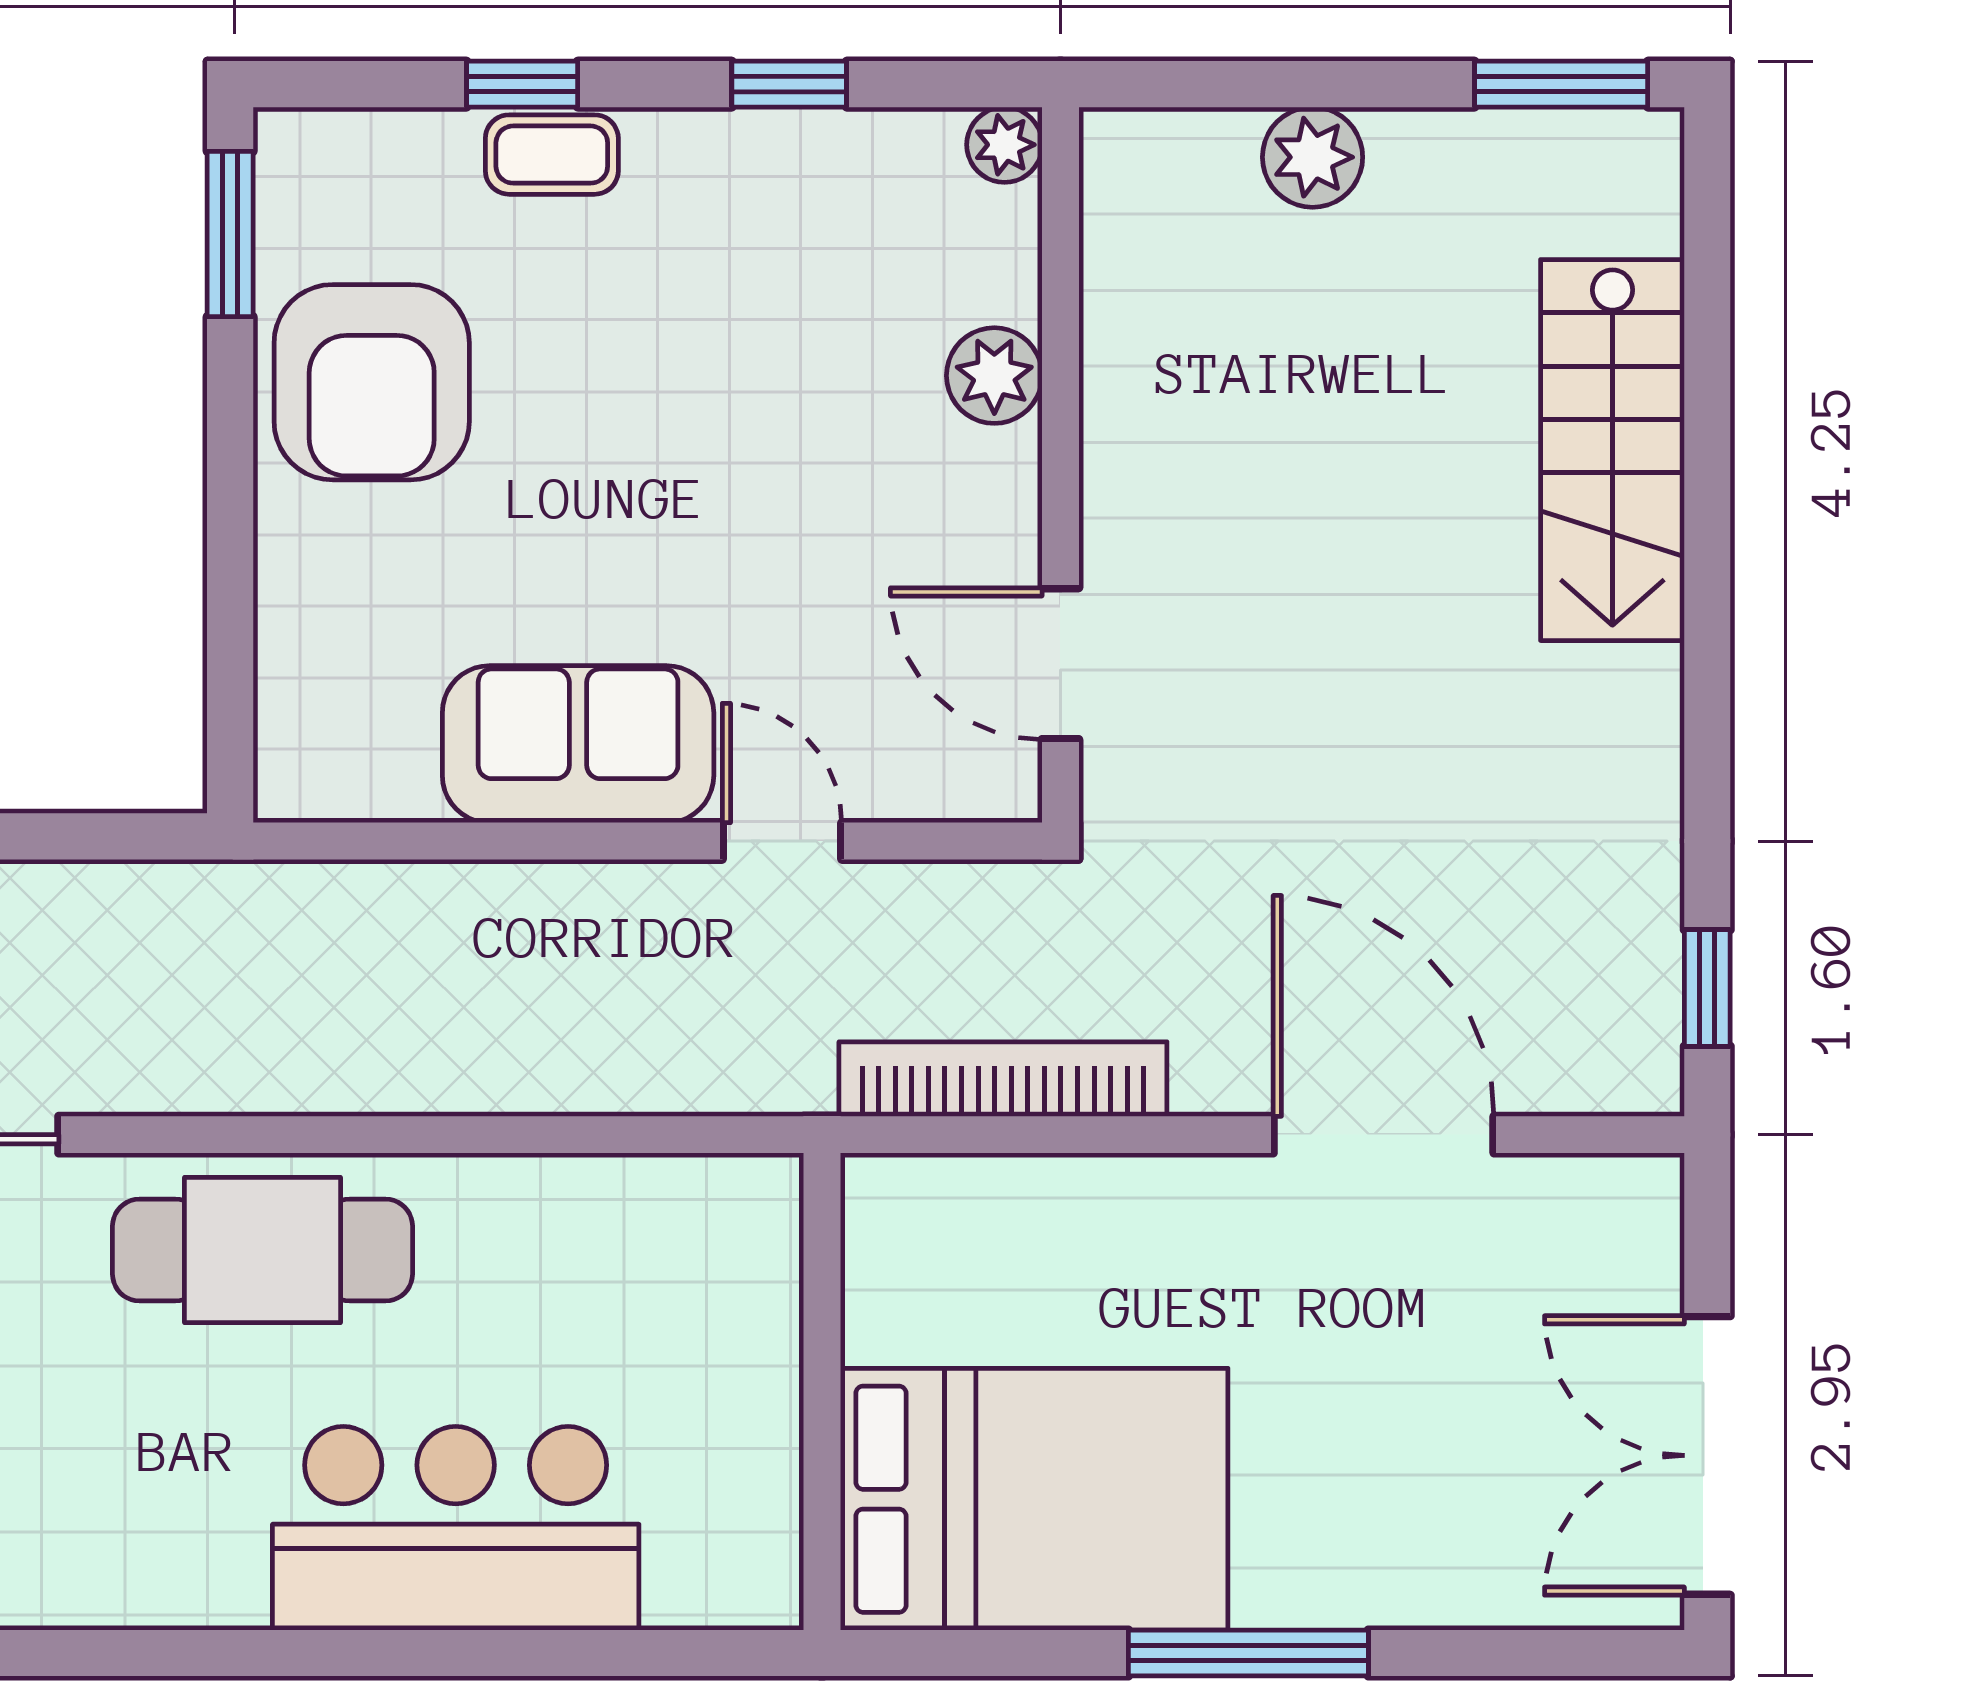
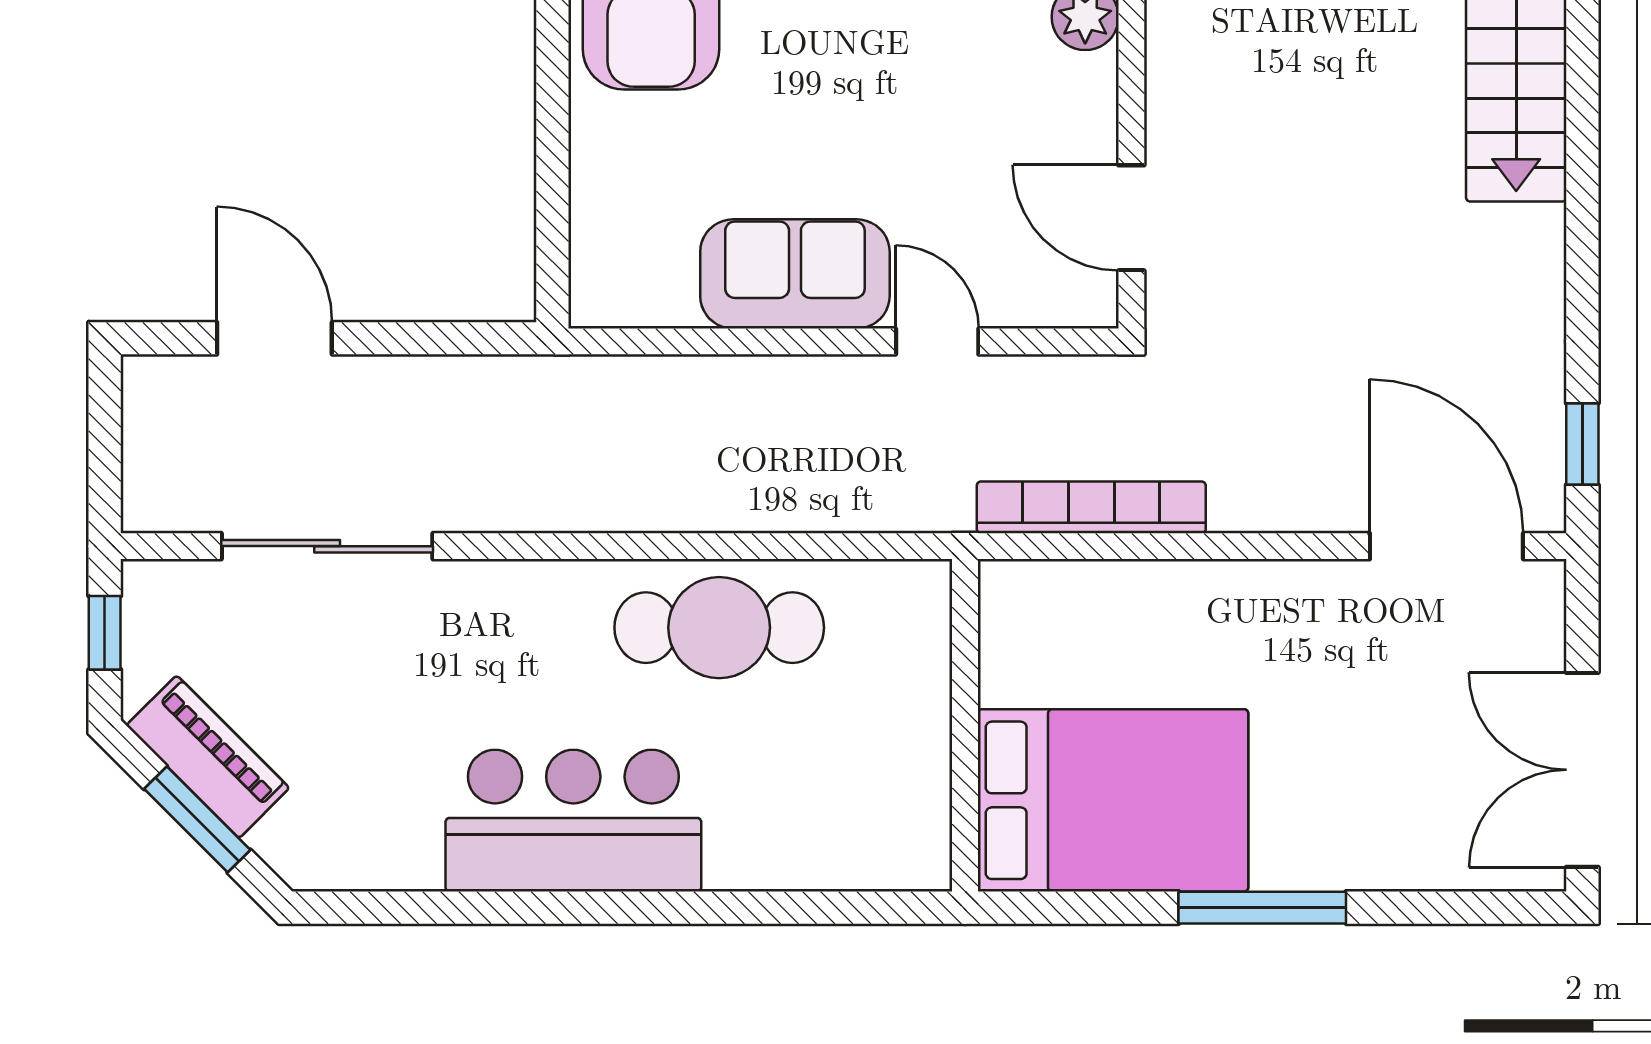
door: (1384, 1135) -> (1446, 546), moved
cafe table: (263, 1250) -> (719, 628), moved
bar counter: (456, 1528) -> (573, 821), moved

